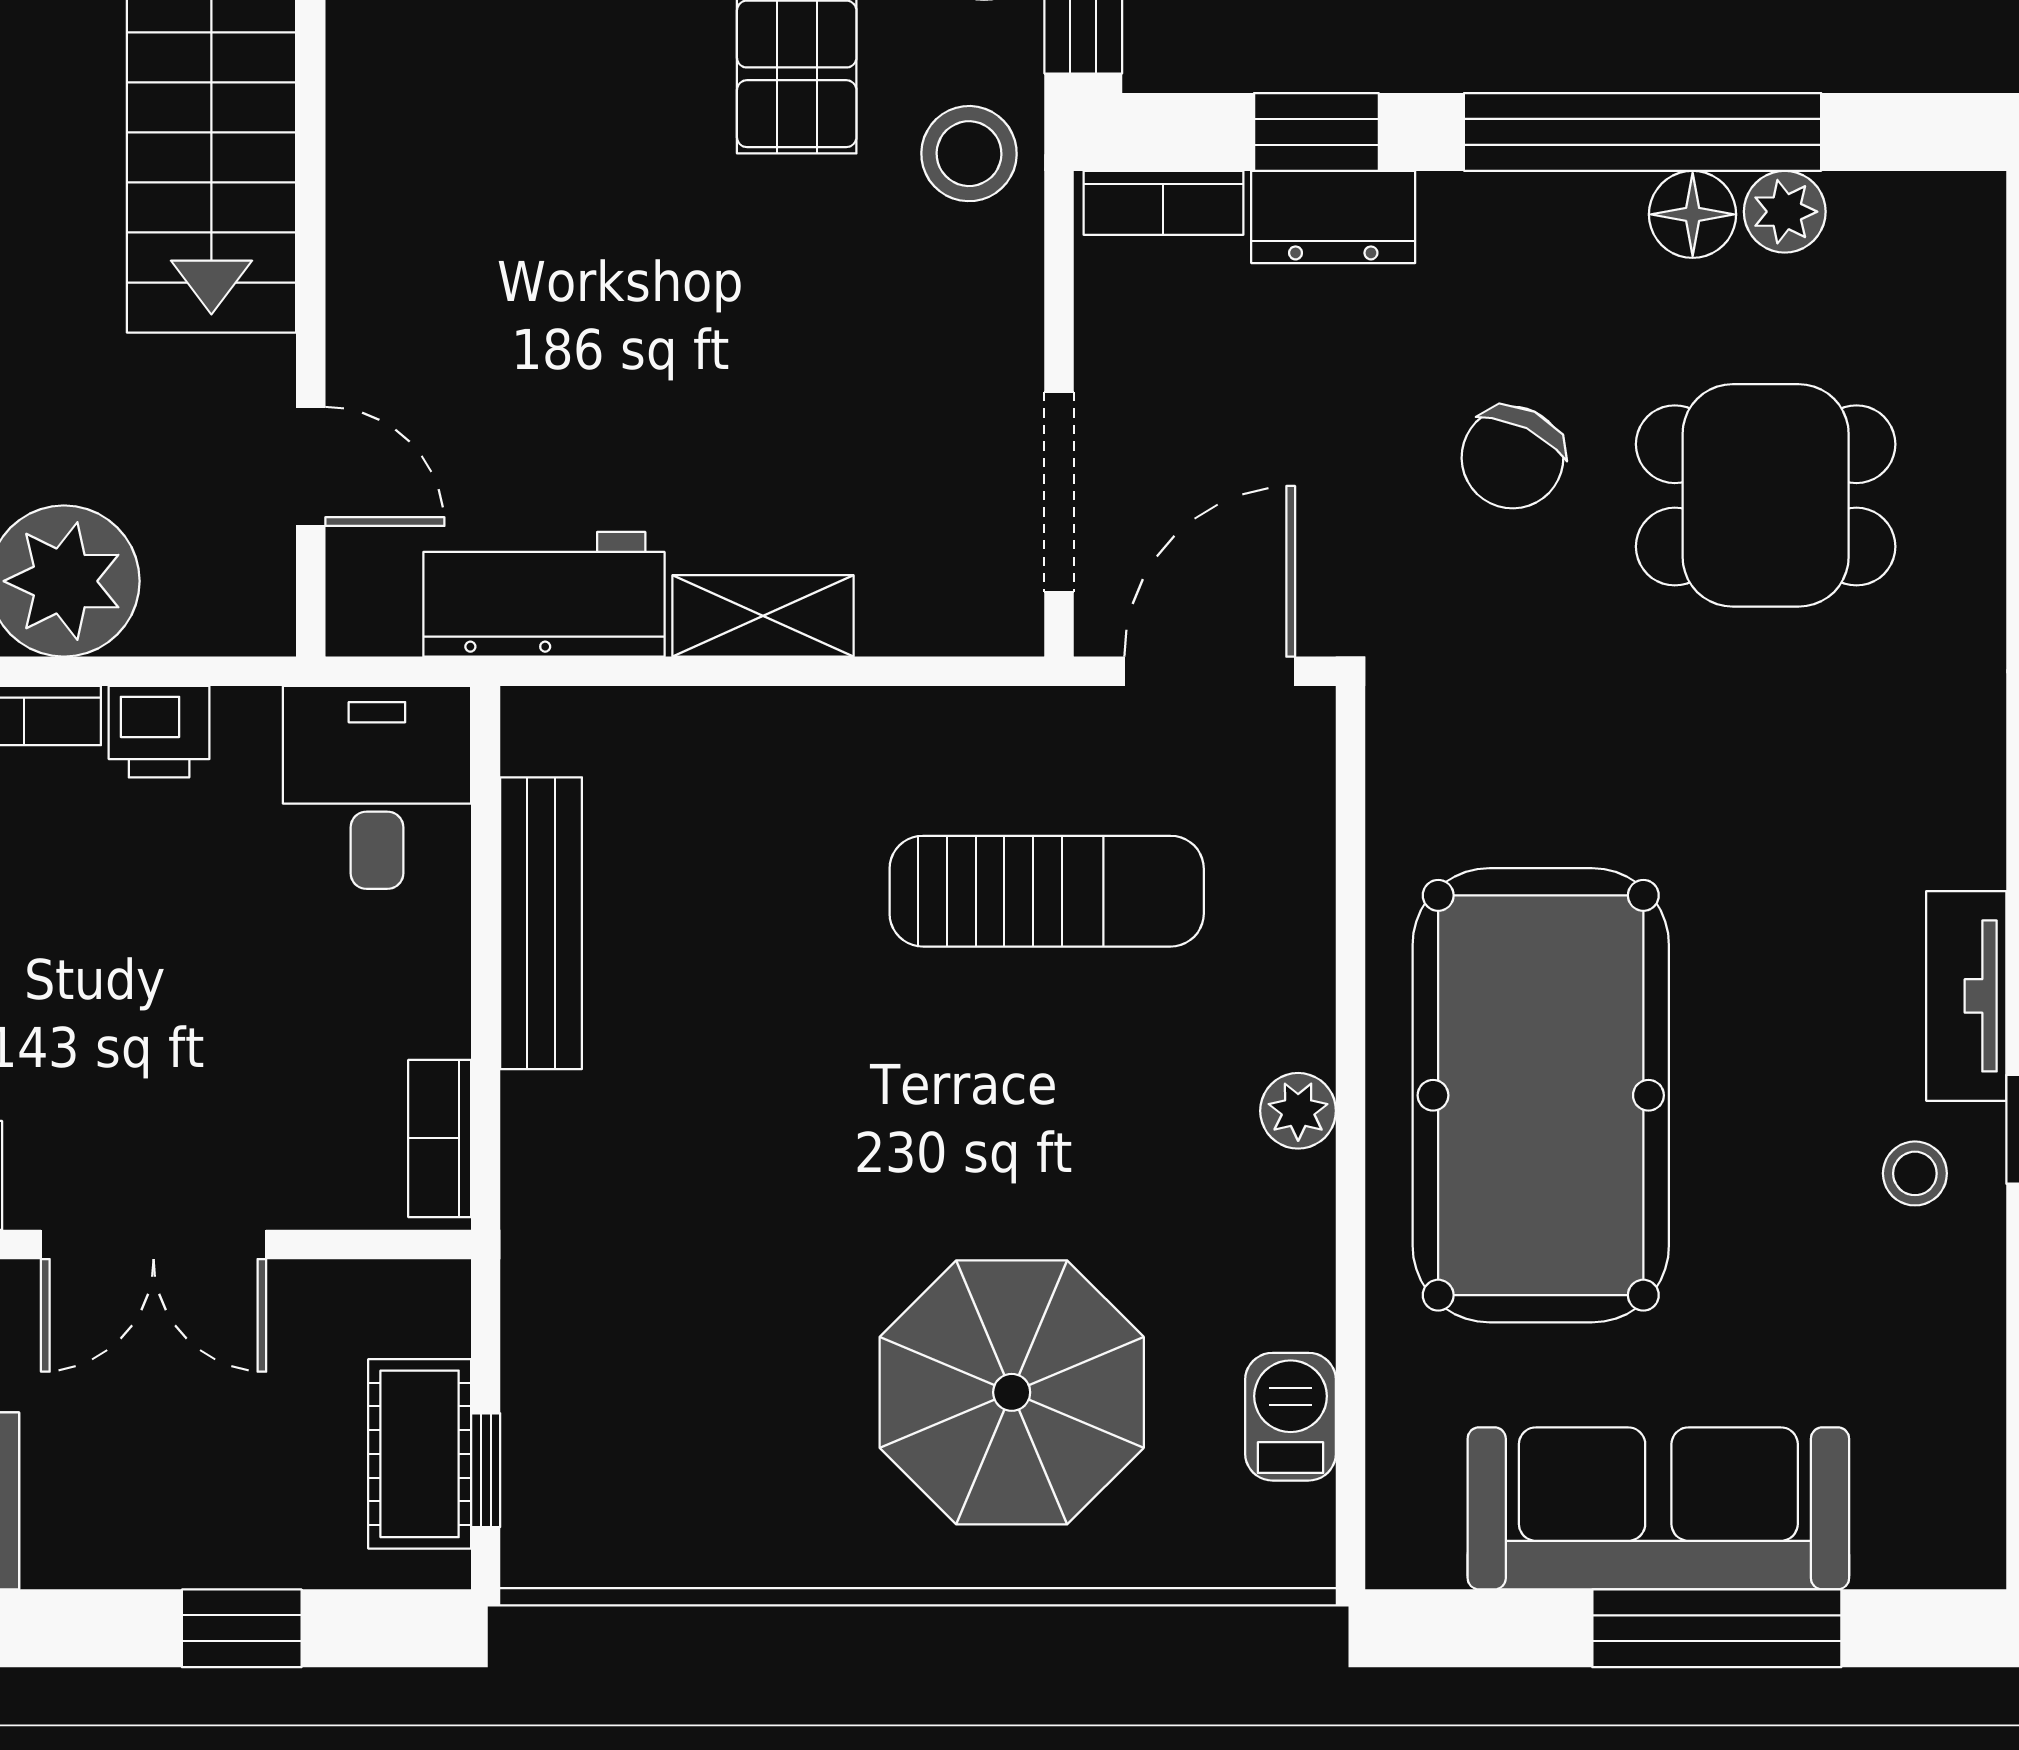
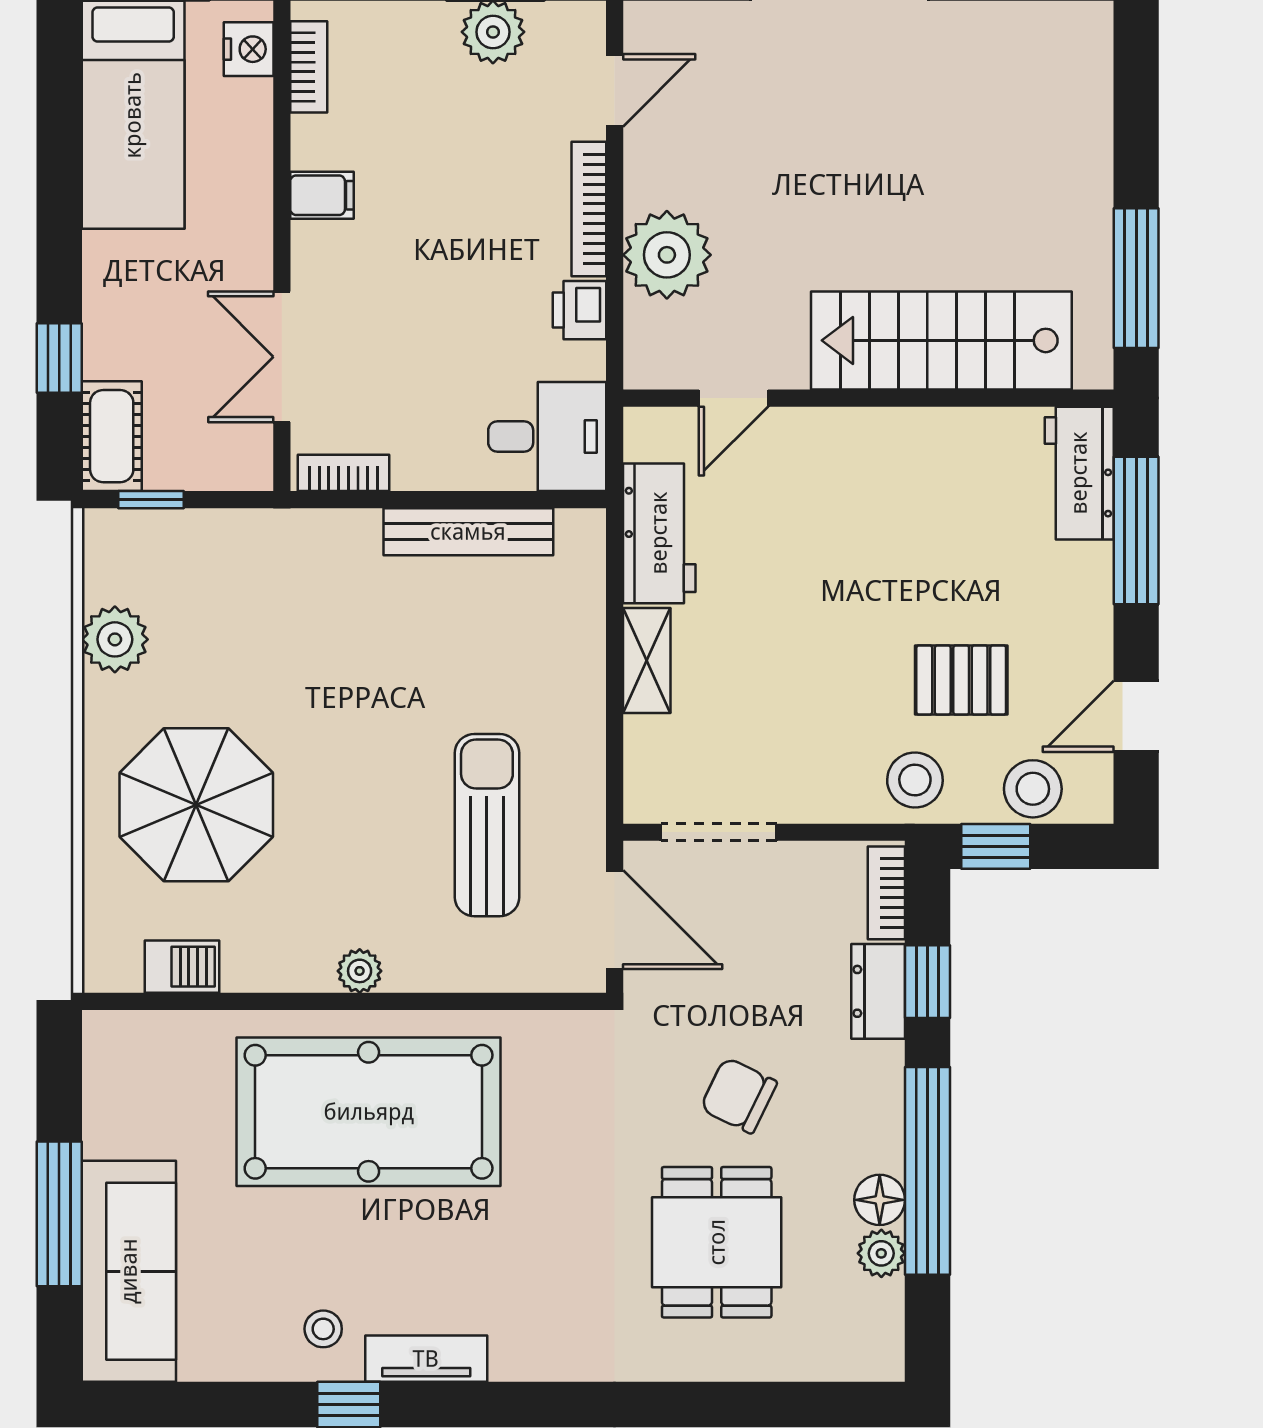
sun lounger: (1047, 891) -> (487, 825), turned 180
double door: (154, 1244) -> (282, 357), moved
cot: (420, 1454) -> (112, 436), moved, turned 90
sofa: (1658, 1508) -> (129, 1271), moved
plant: (727, 1532) -> (115, 639), added

